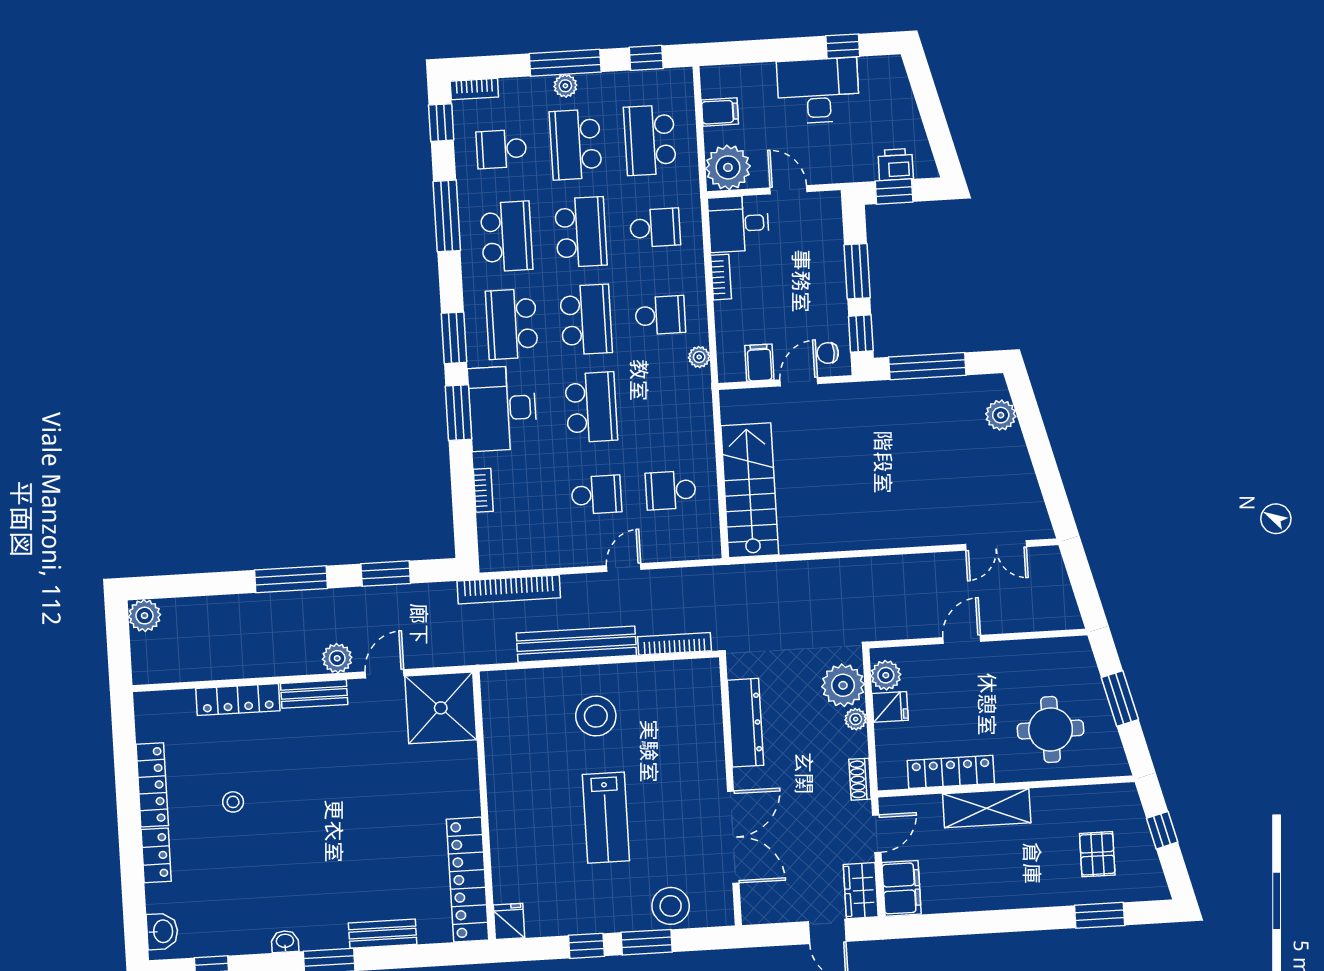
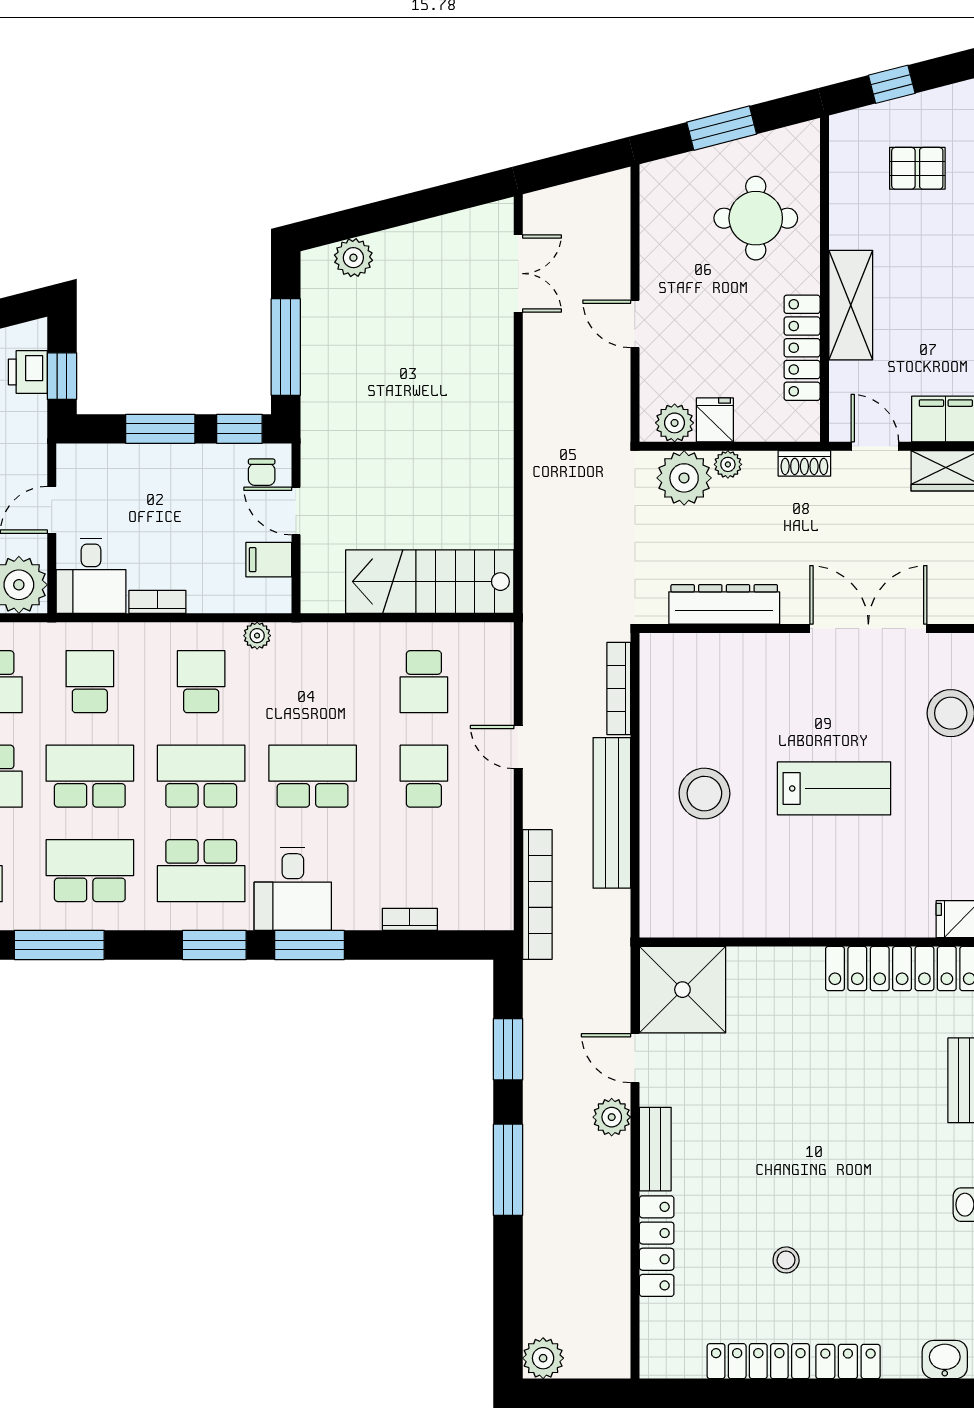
desk: (503, 408) -> (293, 889), width x0.73

